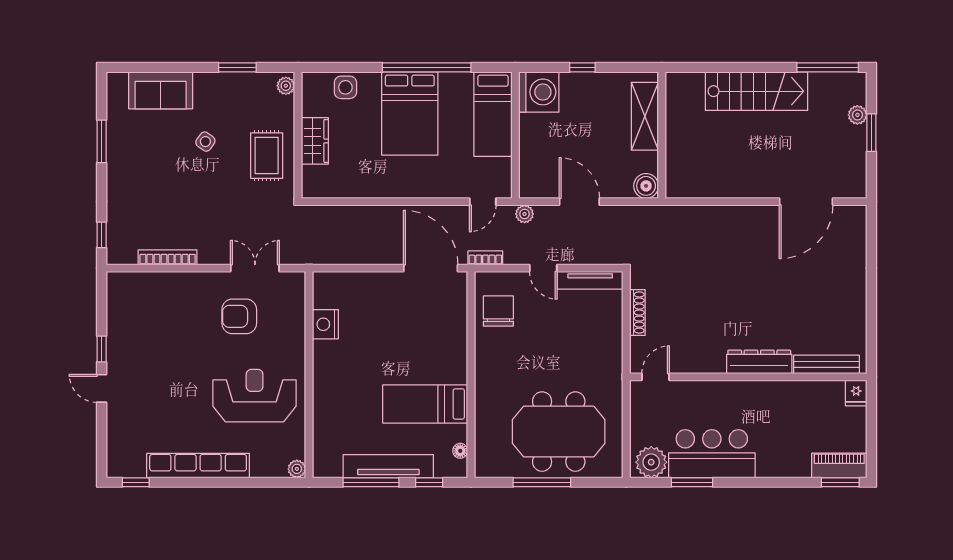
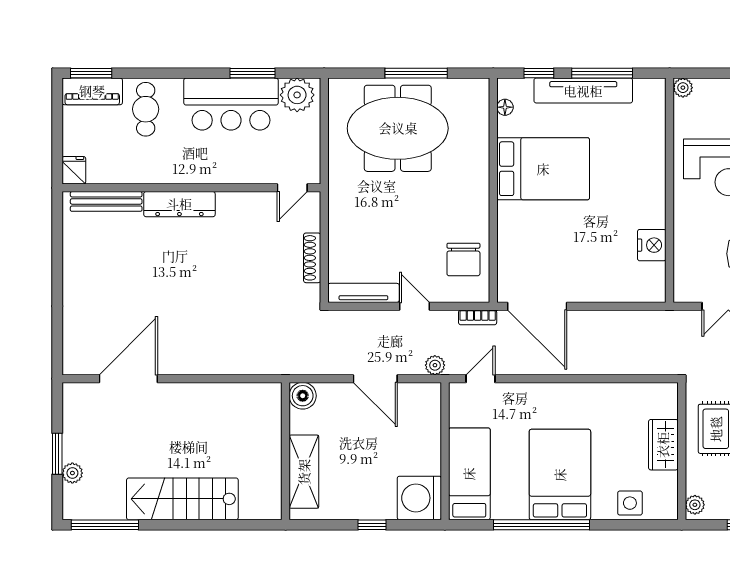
bed: (425, 404) -> (543, 169), width x1.50
cafe table: (790, 449) -> (146, 109), added

